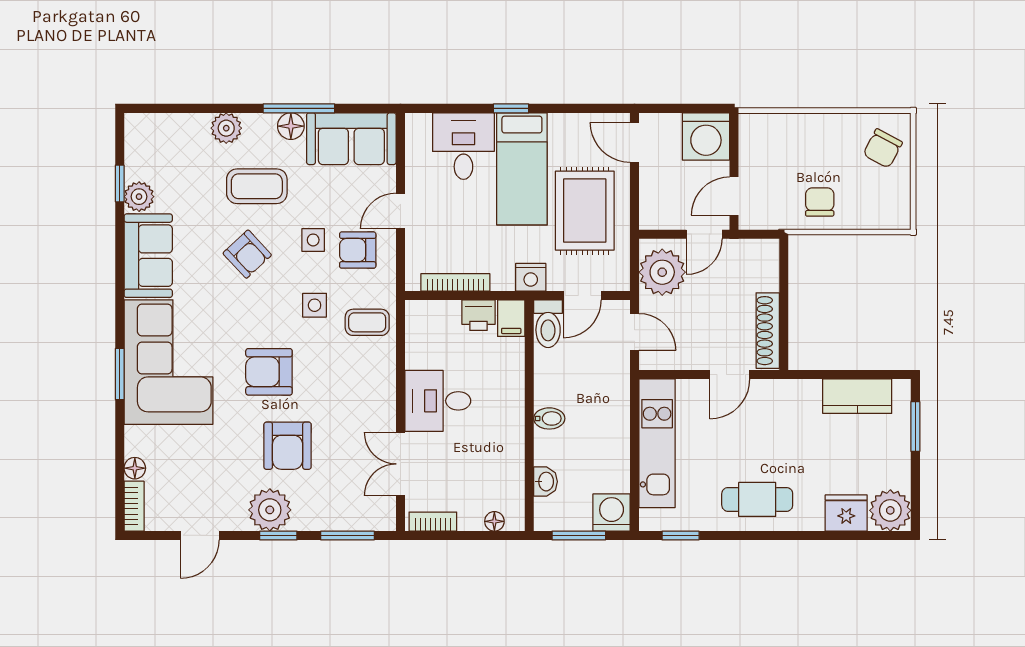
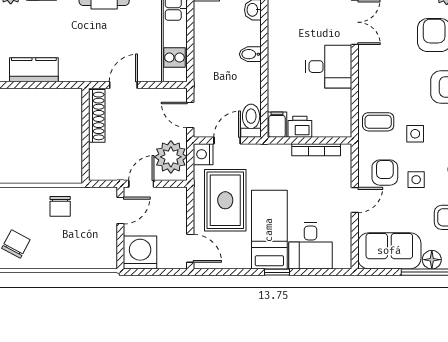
armchair: (358, 250) -> (385, 173), turned -90
nightstand: (531, 277) -> (203, 154), moved, turned -90

